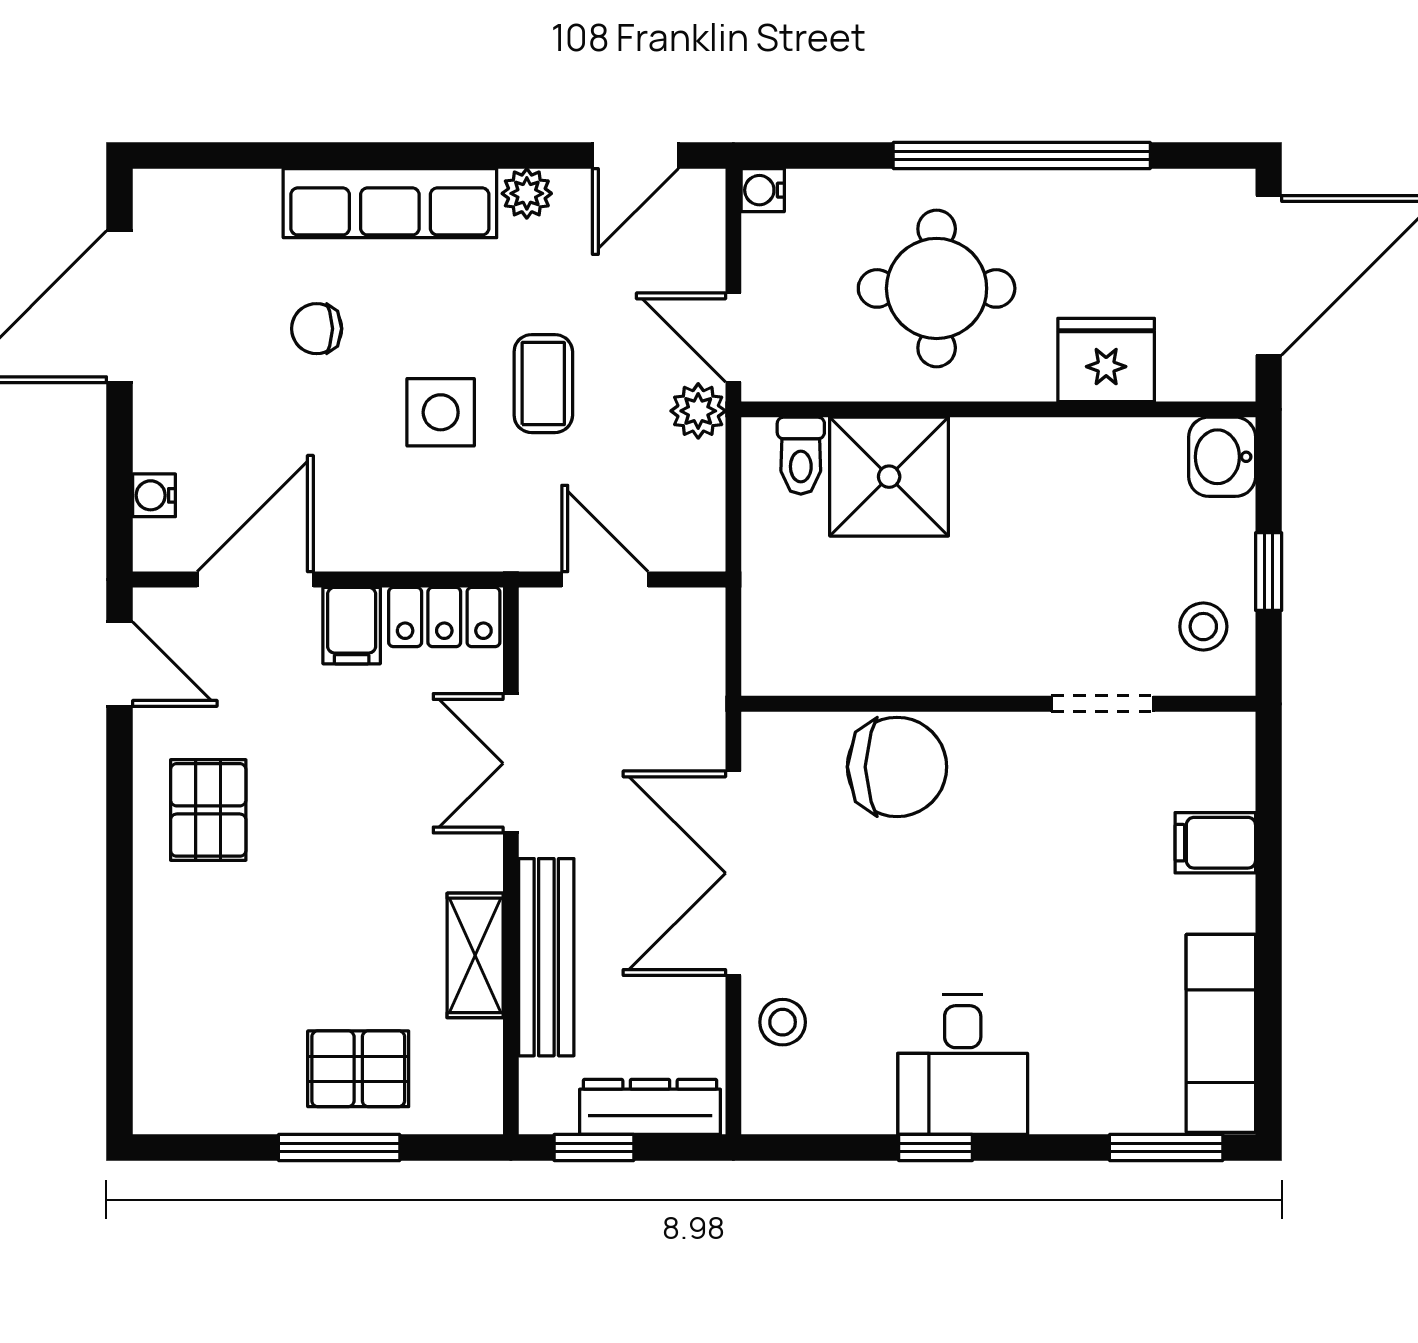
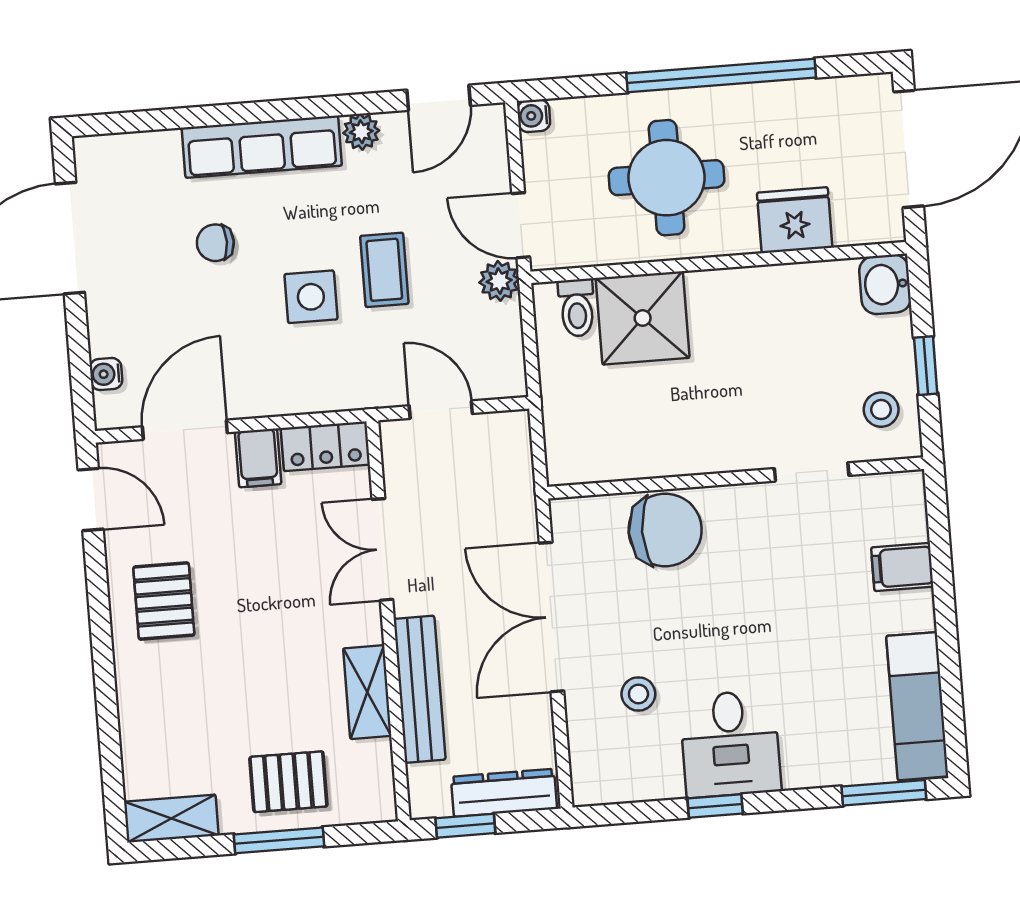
stool: (783, 1022) -> (638, 694), moved
shelving: (195, 1106) -> (171, 819), added

